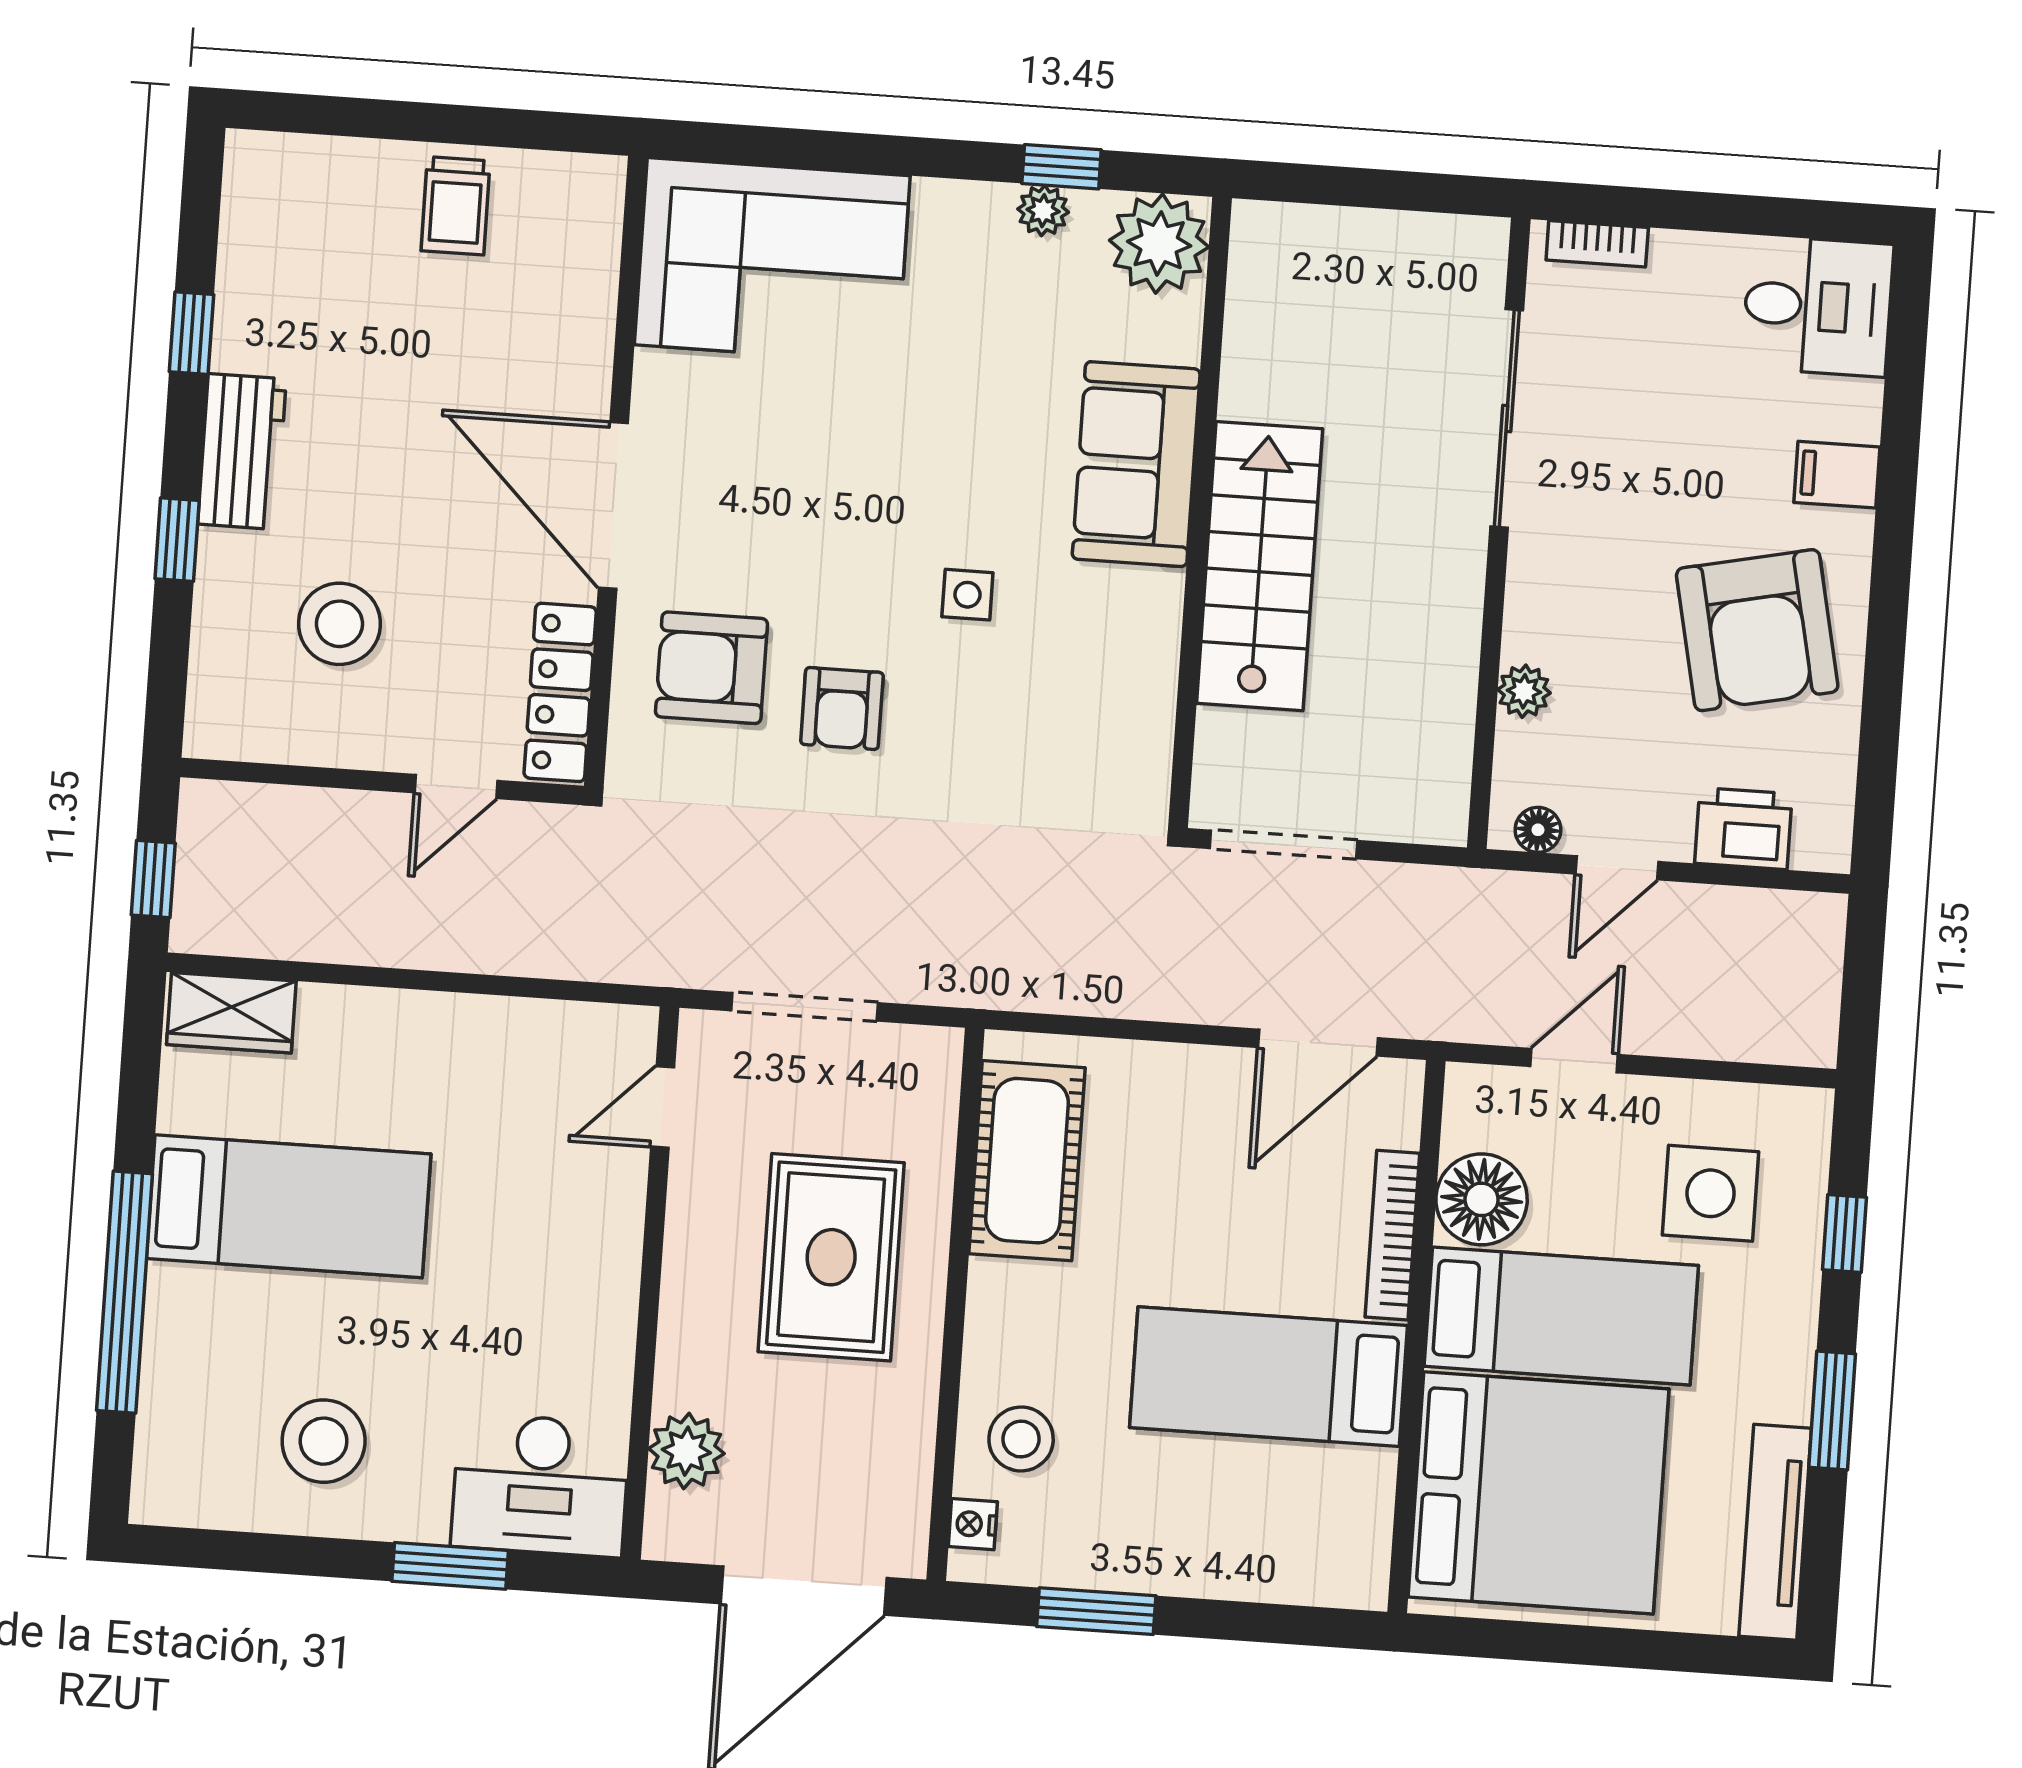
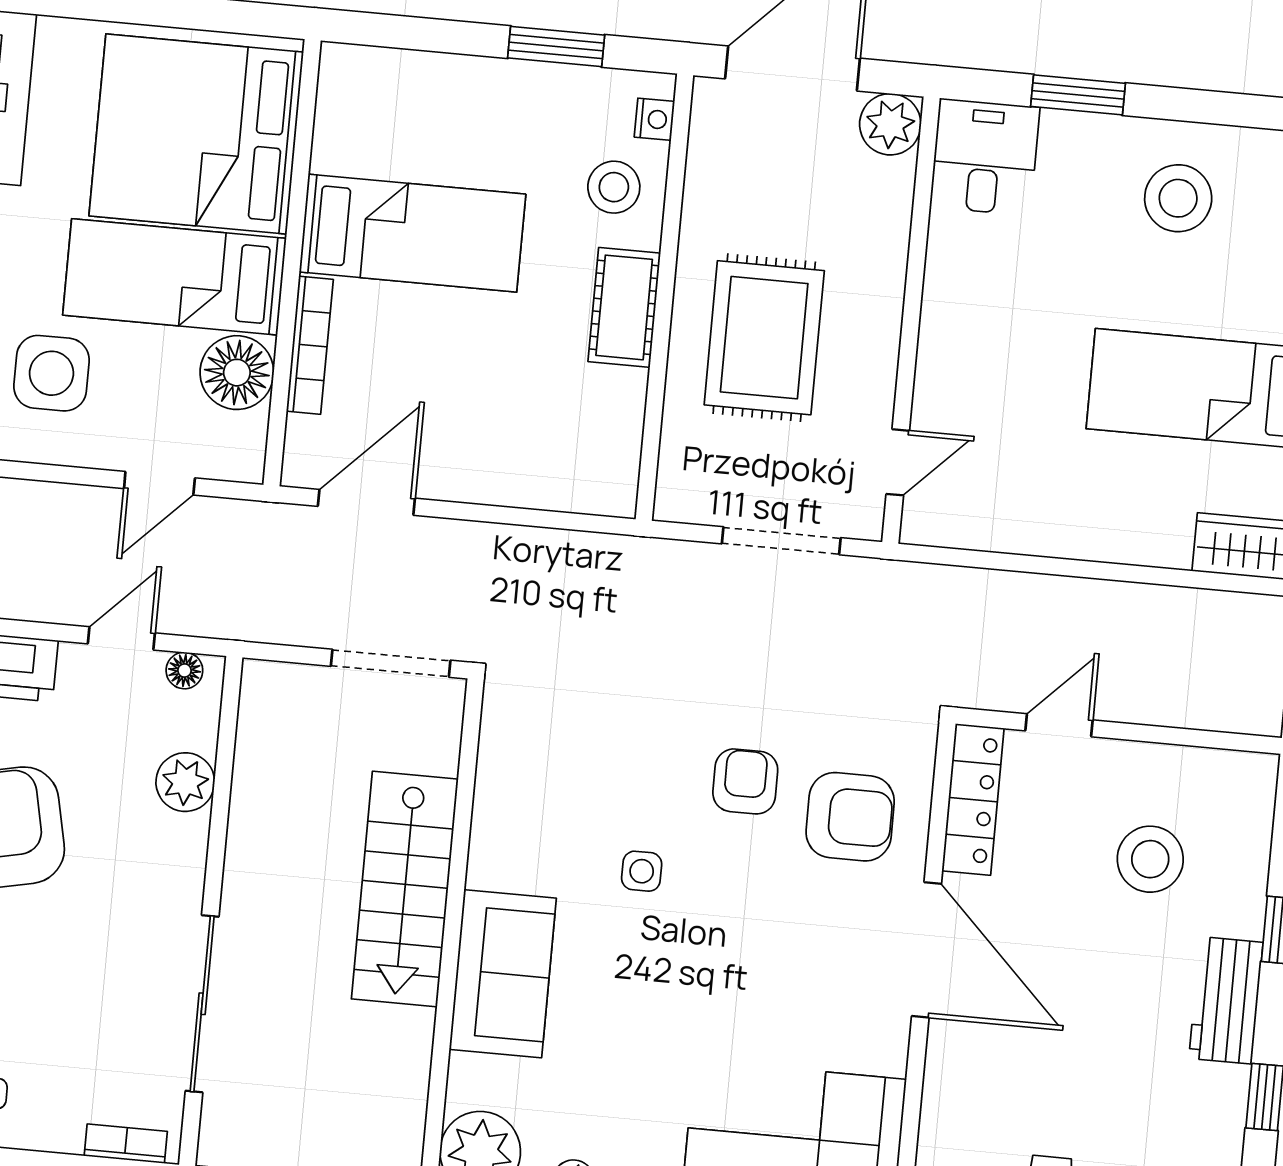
plant: (1524, 691) -> (185, 782), width x1.38, depth x1.38
cot: (1027, 1161) -> (624, 307), moved, width x0.73, depth x0.75
plant: (686, 1451) -> (890, 124), moved
desk: (540, 1485) -> (985, 157), width x0.73

